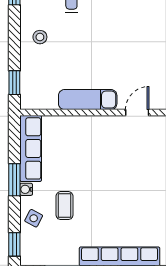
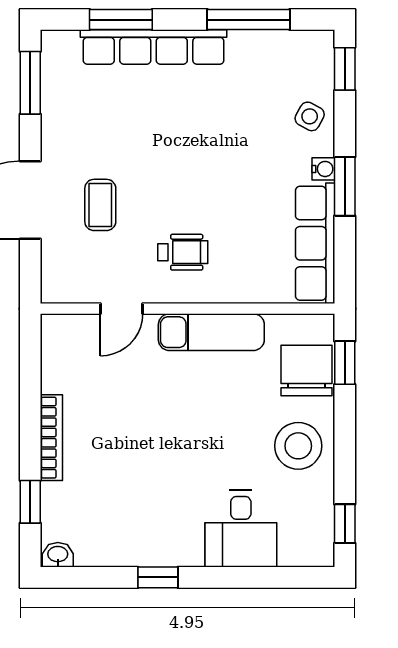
stool: (40, 37) -> (298, 446), width x1.89, depth x1.89
chair: (35, 79) -> (306, 370), added
wheelchair: (103, 144) -> (183, 252), added
coffee table: (64, 206) -> (100, 205), moved

